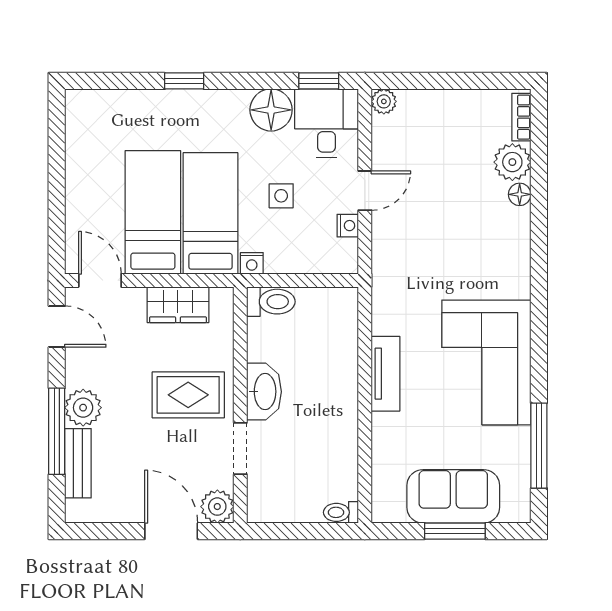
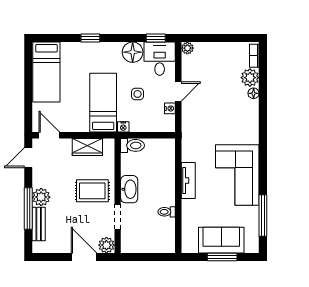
bed: (153, 212) -> (46, 72), moved, turned 180
door: (57, 327) -> (28, 158), swing flipped
toilet: (341, 512) -> (167, 212), moved

